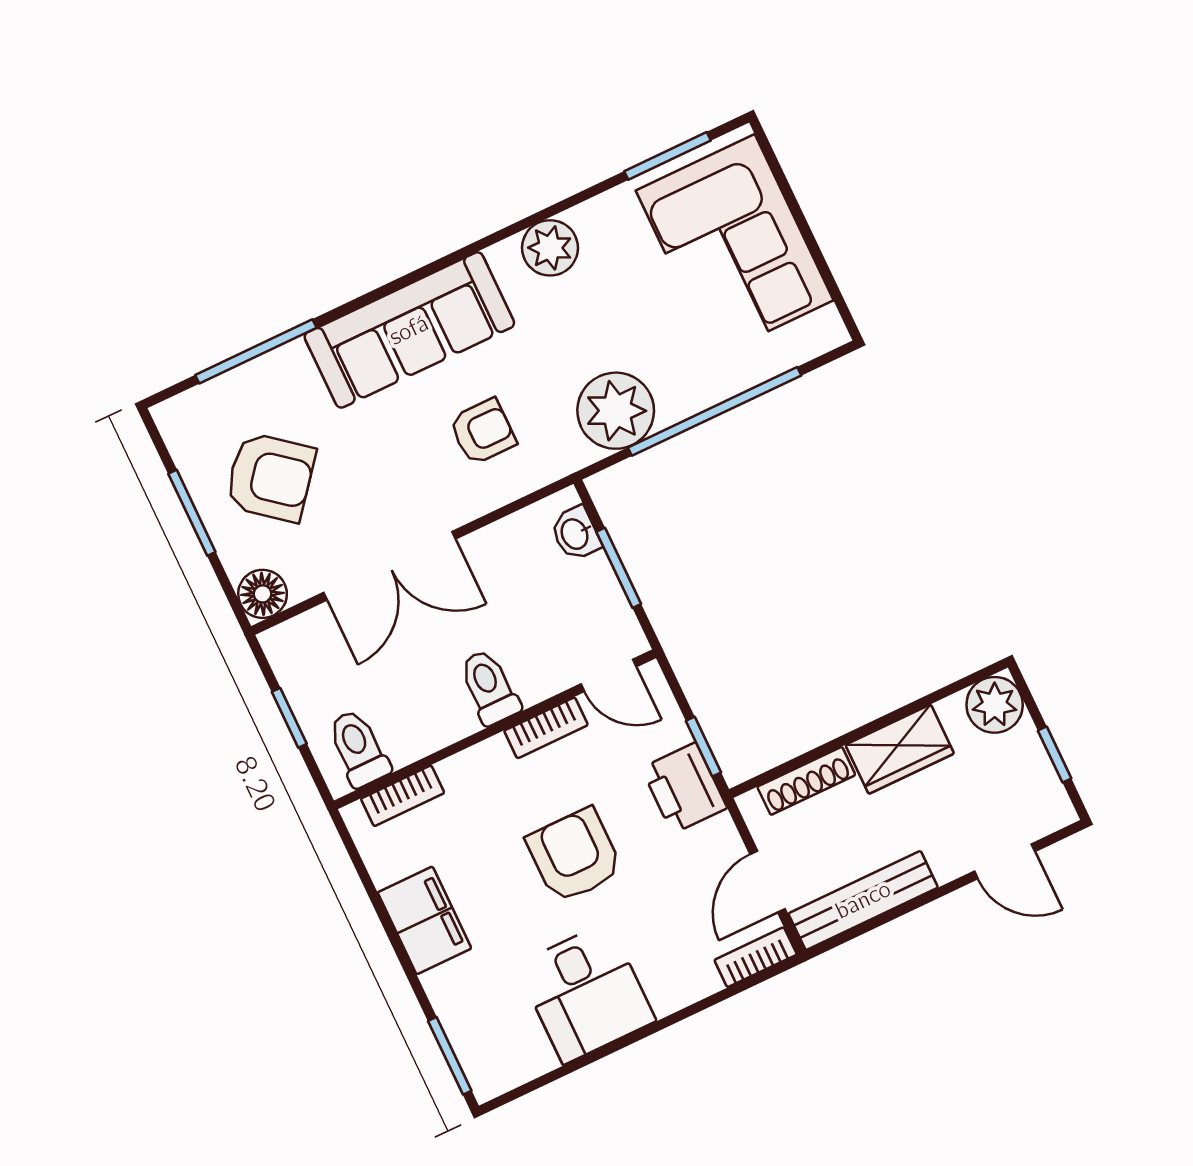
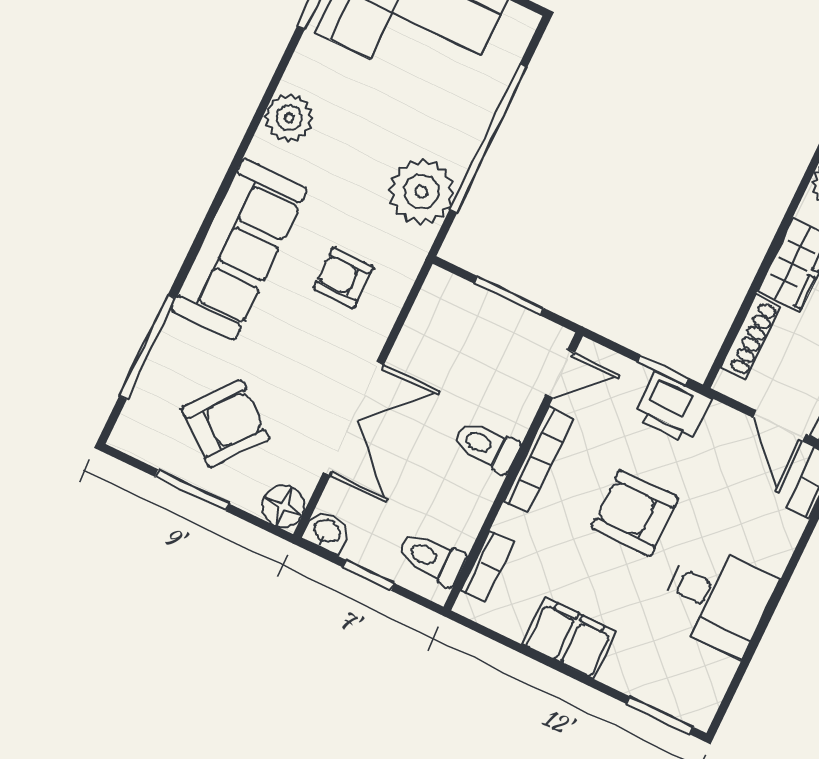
armchair: (483, 432) -> (343, 278), turned -90
washbasin: (576, 534) -> (327, 532), moved, turned 180
bookcase: (546, 728) -> (538, 460), width x1.56

